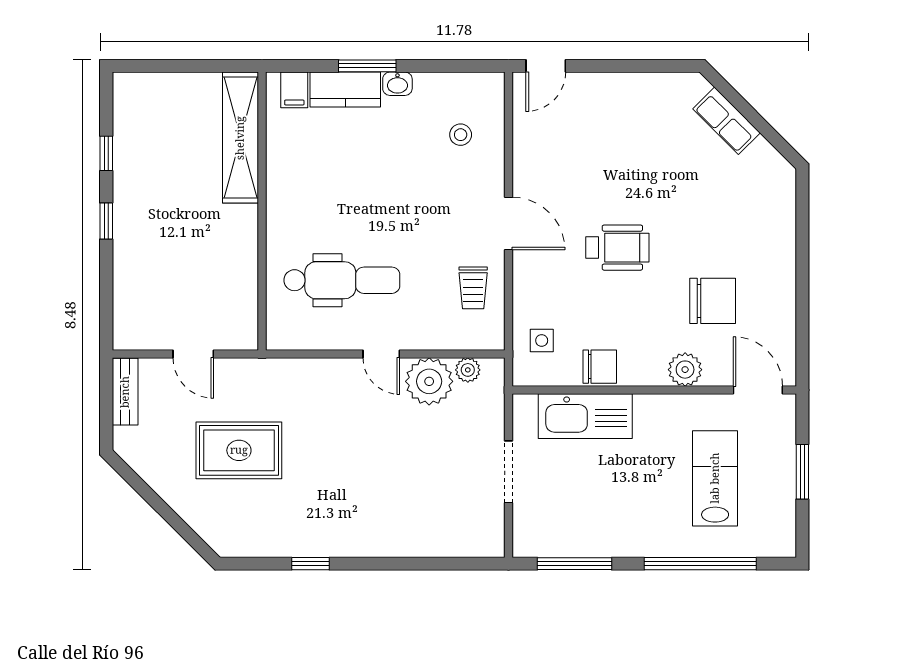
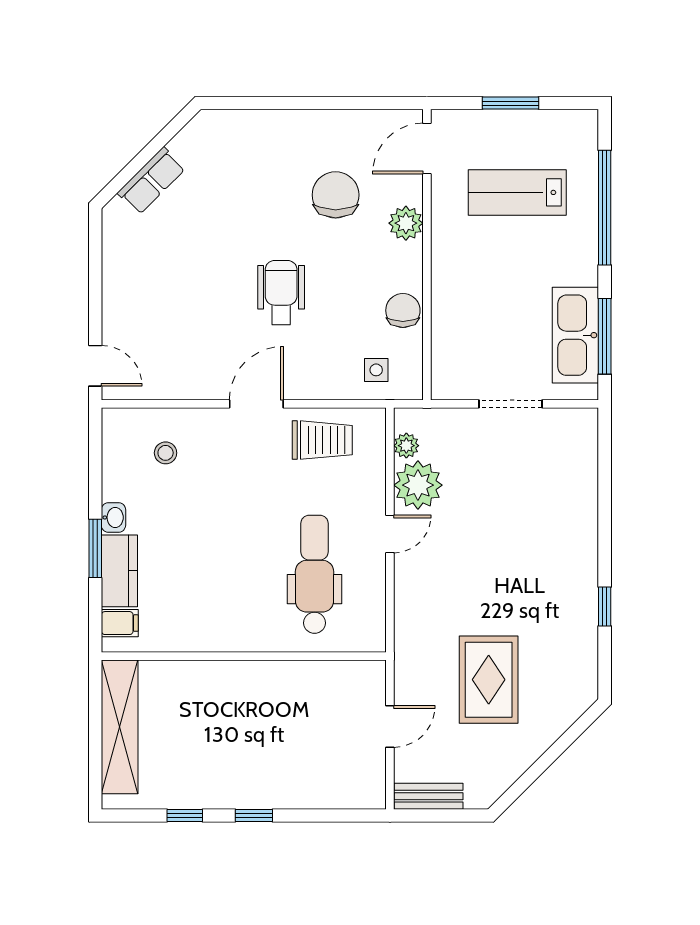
shelving: (240, 138) -> (120, 727), moved, turned 90
trolley: (473, 288) -> (322, 440), width x1.36, depth x1.39
kitchen sink: (585, 416) -> (575, 335), moved, turned 180

